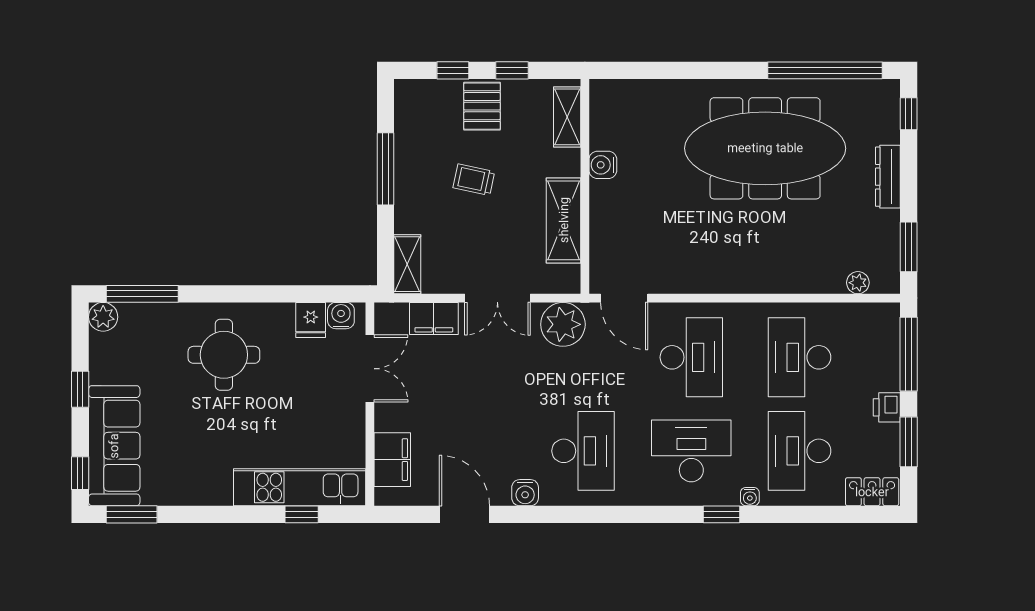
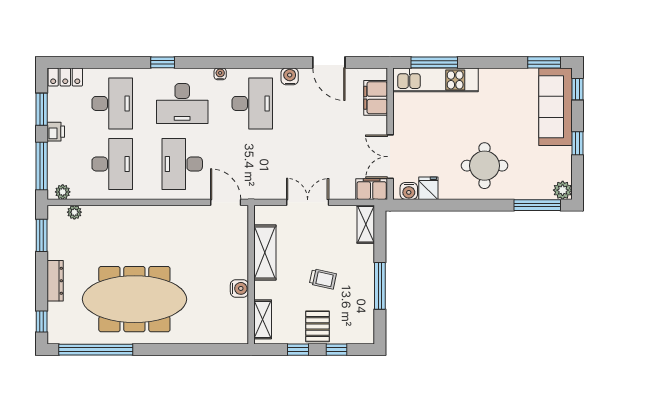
filing cabinet: (434, 318) -> (372, 189), moved
plant: (563, 324) -> (63, 192), moved, width x0.53, depth x0.53
desk: (583, 451) -> (252, 103), turned 180
water cooler: (750, 497) -> (220, 74), moved
window: (302, 514) -> (434, 62), width x2.17

